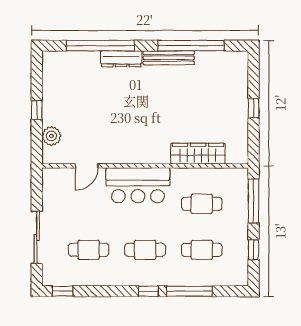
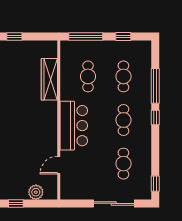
door: (87, 166) -> (59, 165), swing flipped

